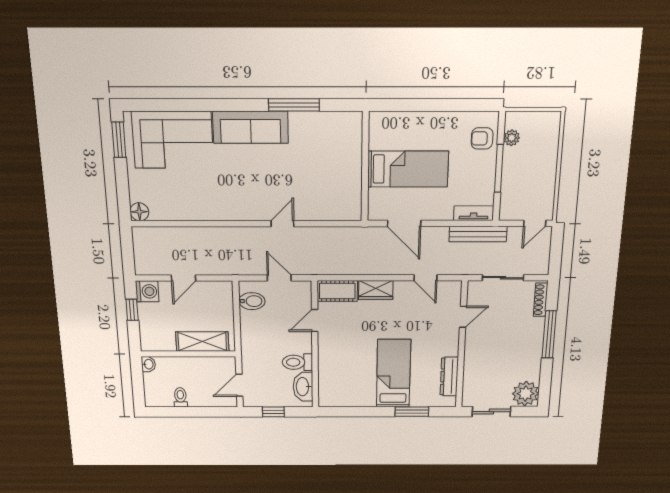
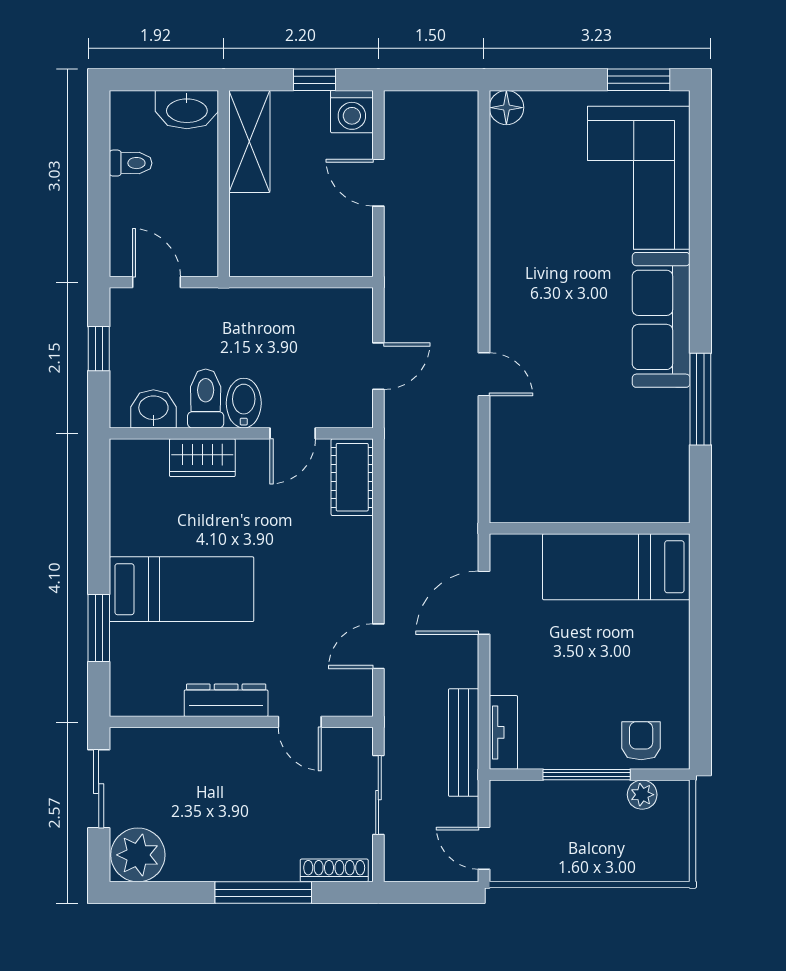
bed: (408, 169) -> (616, 567), moved, turned 90
wardrobe: (376, 290) -> (202, 458), moved, turned -90
bidet: (252, 301) -> (244, 403), moved, turned 180
door: (315, 320) -> (293, 433), swing flipped
shelving: (202, 342) -> (249, 141), moved
washbasin: (148, 364) -> (187, 110), width x1.91, depth x1.45
dresser: (449, 377) -> (226, 700), moved
washbasin: (303, 387) -> (153, 409), width x0.72

